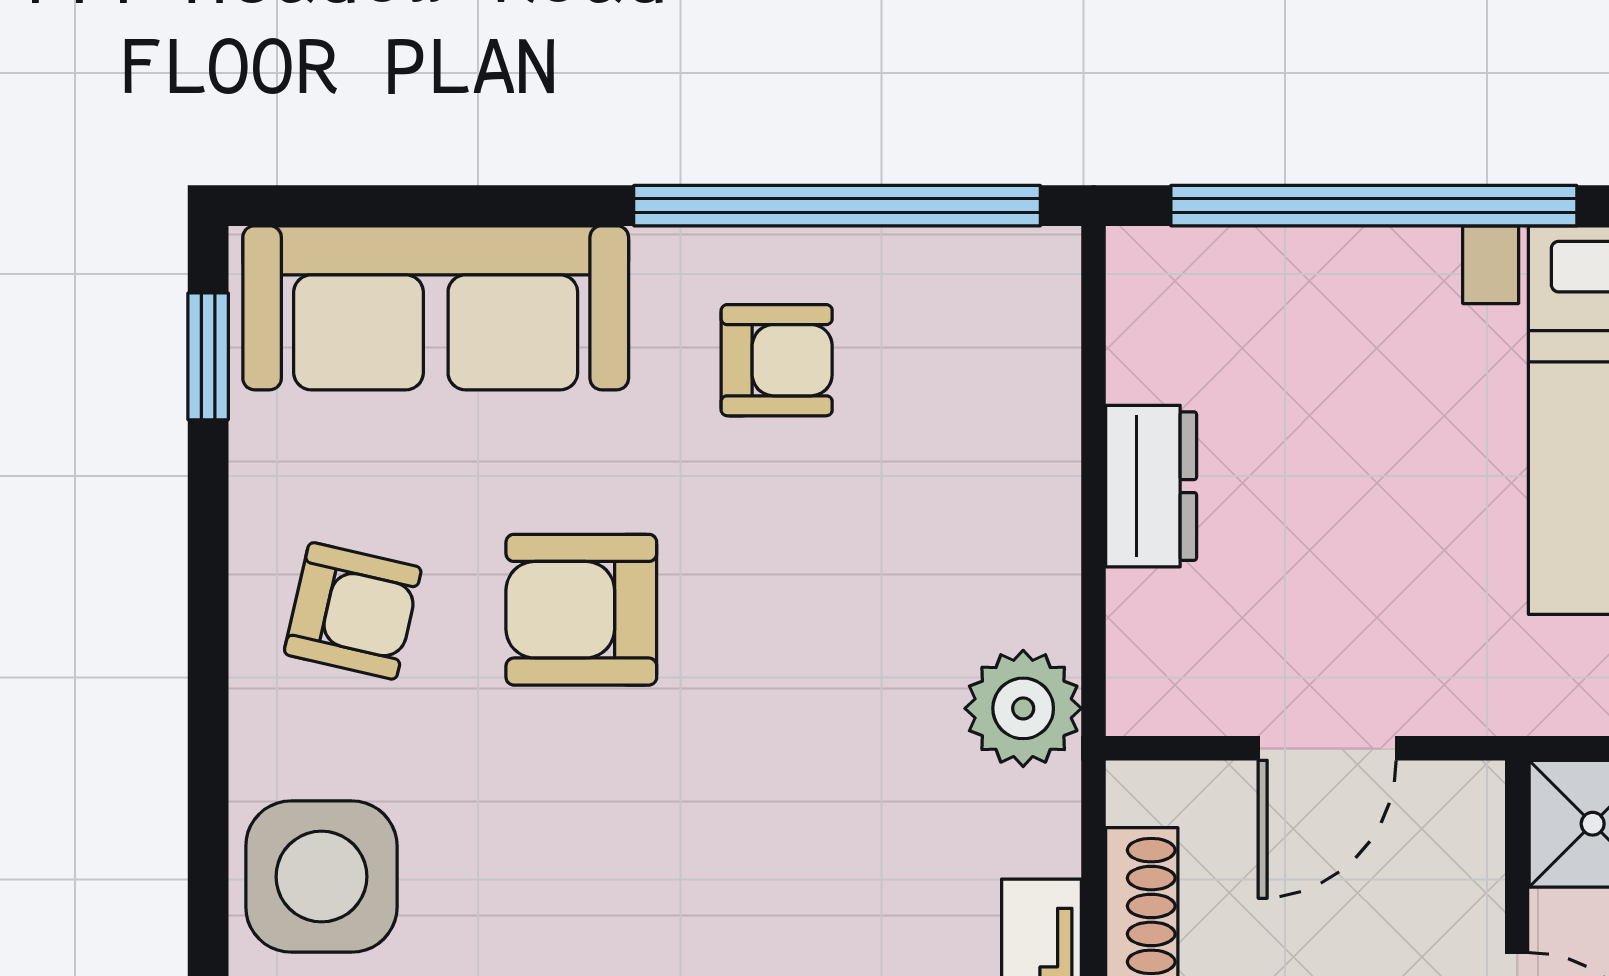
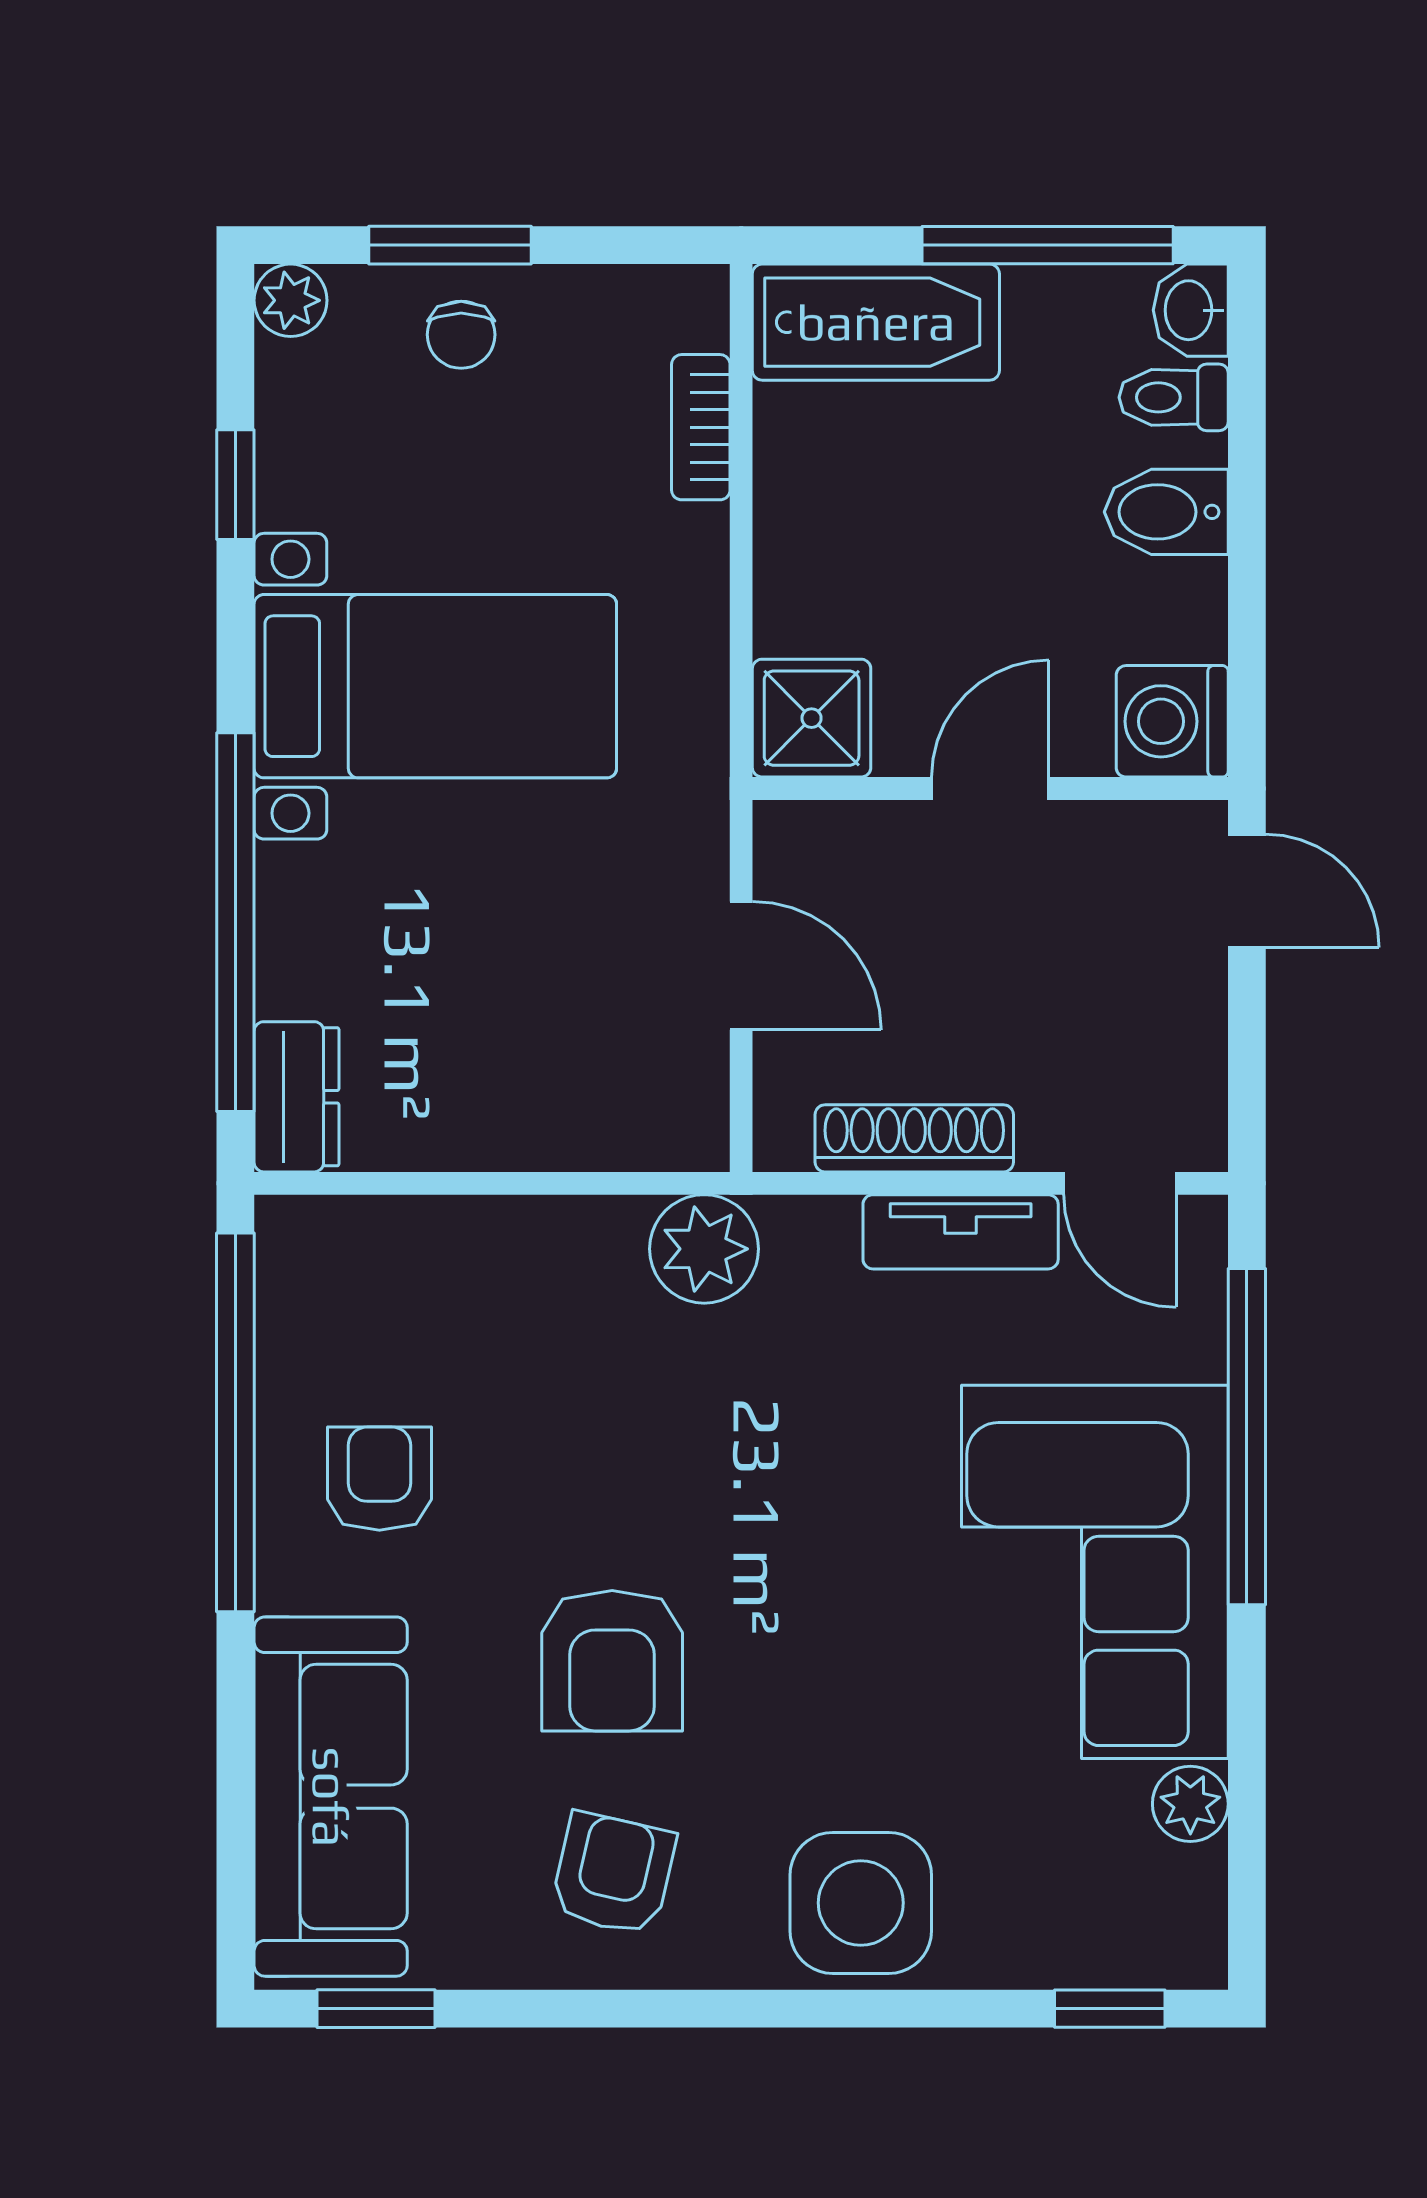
dresser: (1151, 486) -> (297, 1097), moved, turned 90

